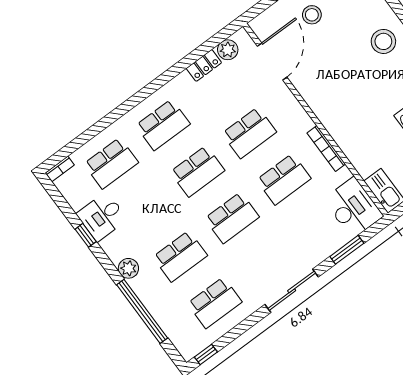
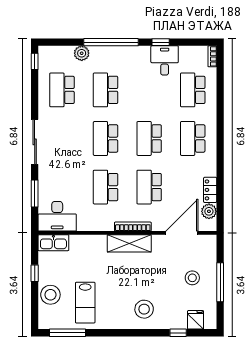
door: (272, 62) -> (182, 233), swing flipped
shelving: (325, 109) -> (129, 243), added
bookcase: (326, 148) -> (133, 227), moved
plant: (128, 268) -> (82, 53), moved
window: (142, 311) -> (111, 42), moved

